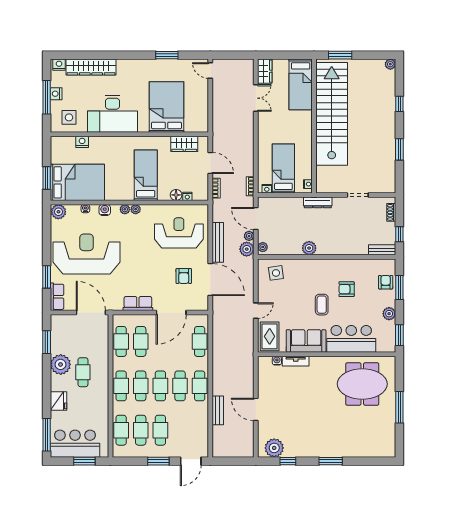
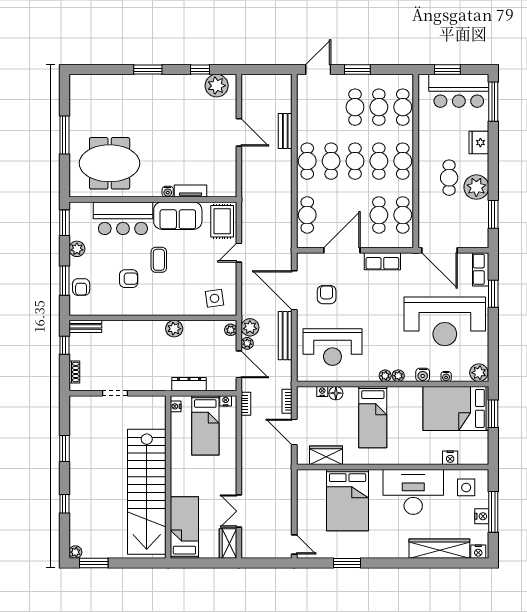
window: (340, 55) -> (94, 563), moved
dresser: (318, 202) -> (189, 384), moved
water cooler: (277, 361) -> (168, 192), moved

